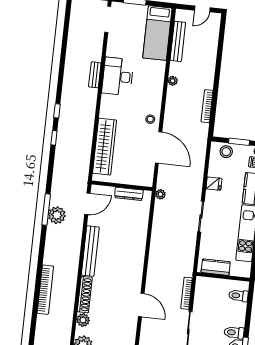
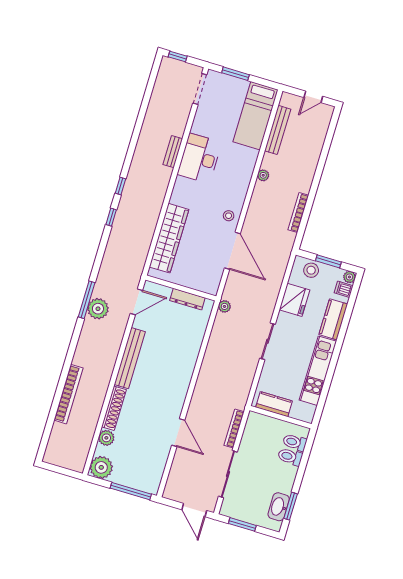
fridge: (214, 184) -> (294, 300), width x1.88, depth x1.34
toilet: (234, 333) -> (290, 457), moved

